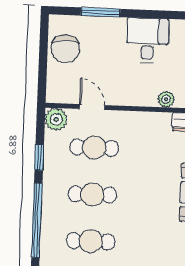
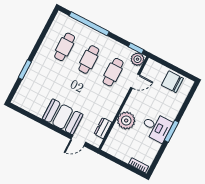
window: (101, 12) -> (172, 131), moved
plant: (166, 99) -> (126, 120), width x1.88, depth x1.88
window: (39, 157) -> (136, 48), moved

